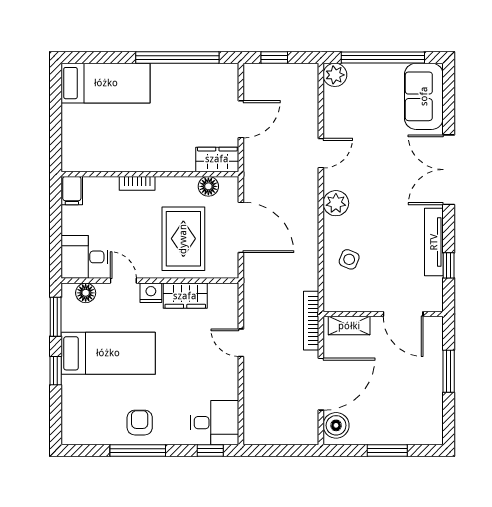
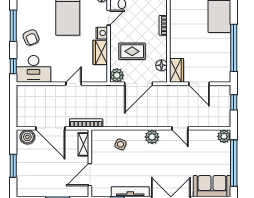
rug: (183, 239) -> (132, 51), width x0.73, depth x0.70
plant: (226, 266) -> (117, 75), added
armchair: (140, 423) -> (31, 38), moved, turned 68
desk: (215, 423) -> (34, 69), width x1.37

